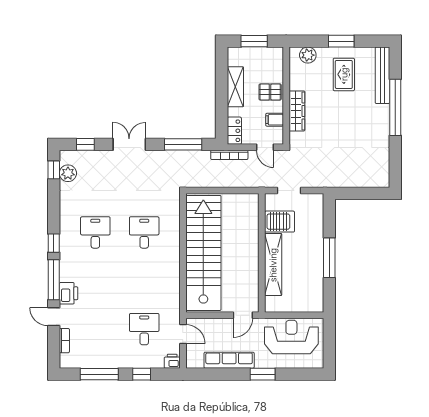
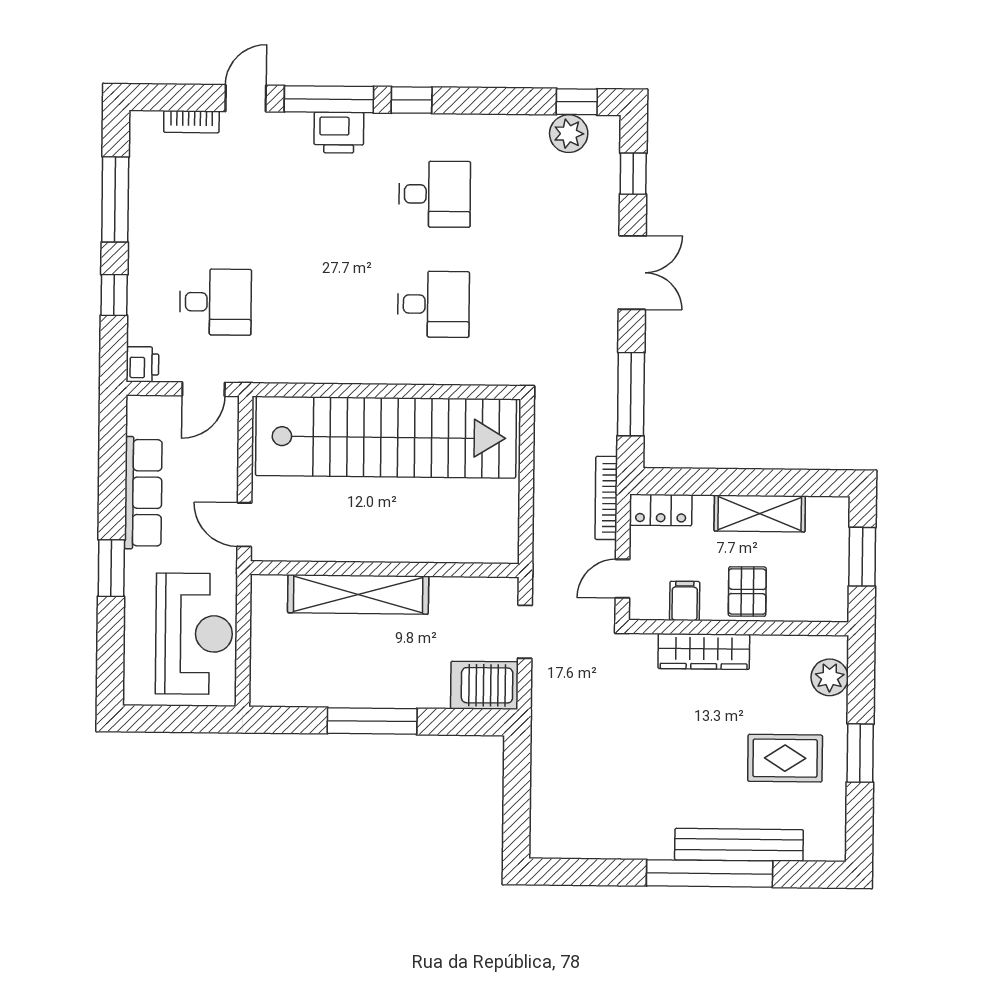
bench: (382, 75) -> (739, 845), moved
server rack: (280, 222) -> (484, 685), moved, turned 90
printer: (69, 293) -> (339, 133), moved

